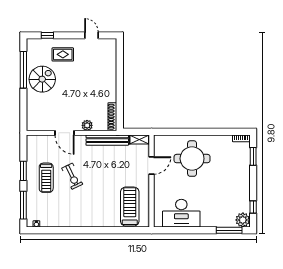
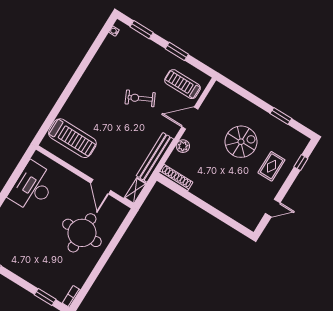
window: (23, 70) -> (281, 116), width x0.47
spiral stairs: (42, 79) -> (241, 142), moved, turned -90
treadmill: (46, 178) -> (183, 84), moved
window: (23, 205) -> (142, 30), width x0.69

